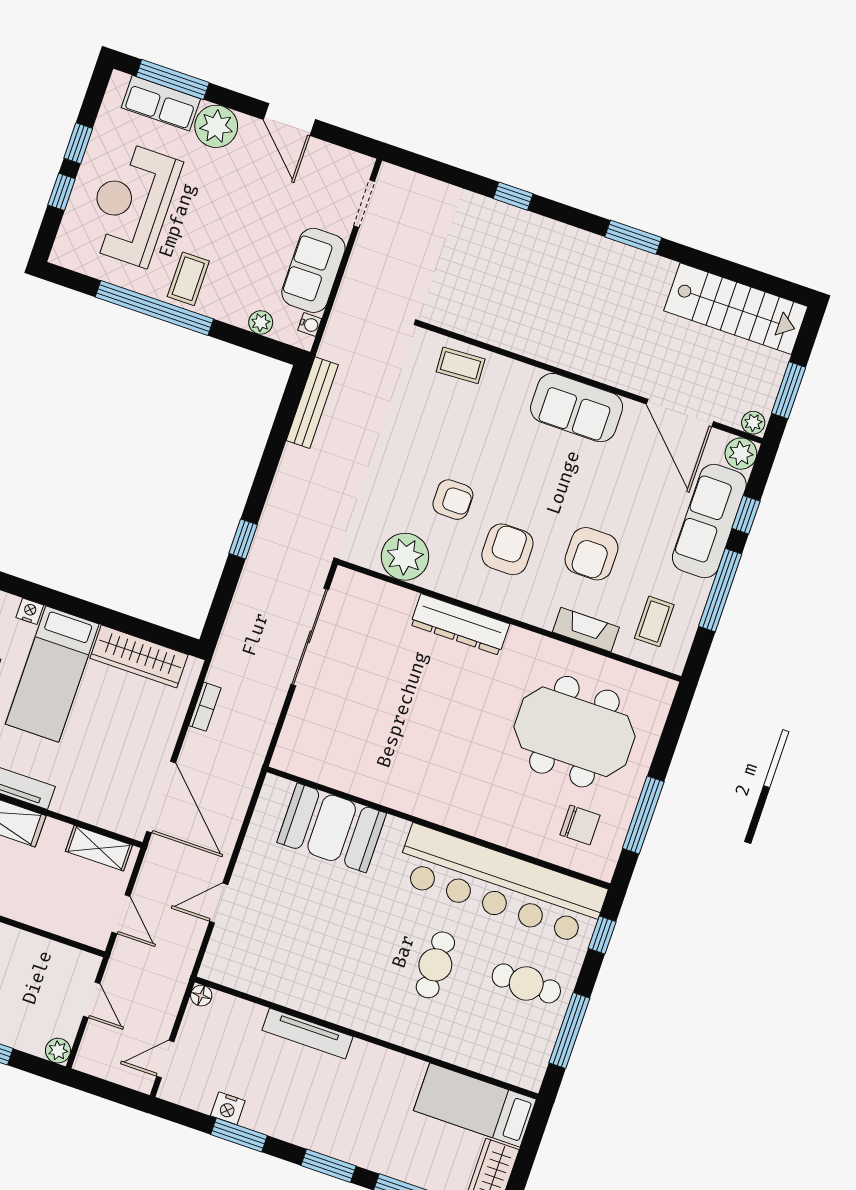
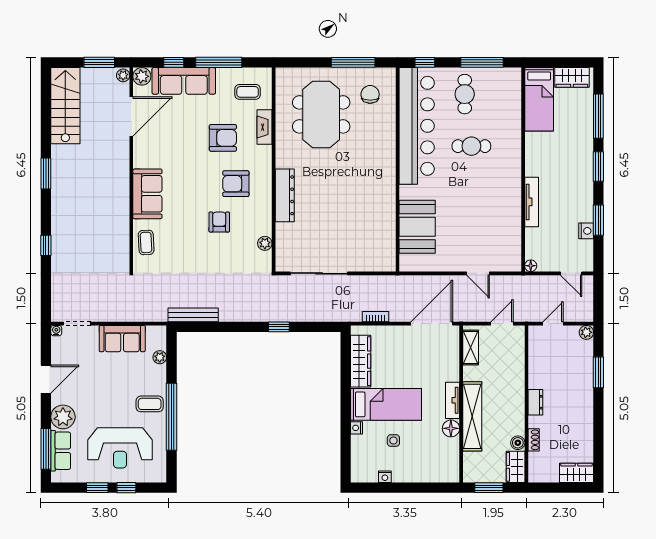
water cooler: (310, 324) -> (56, 331), moved
sofa: (577, 408) -> (147, 194), moved
plant: (405, 557) -> (265, 243), width x0.53, depth x0.53

